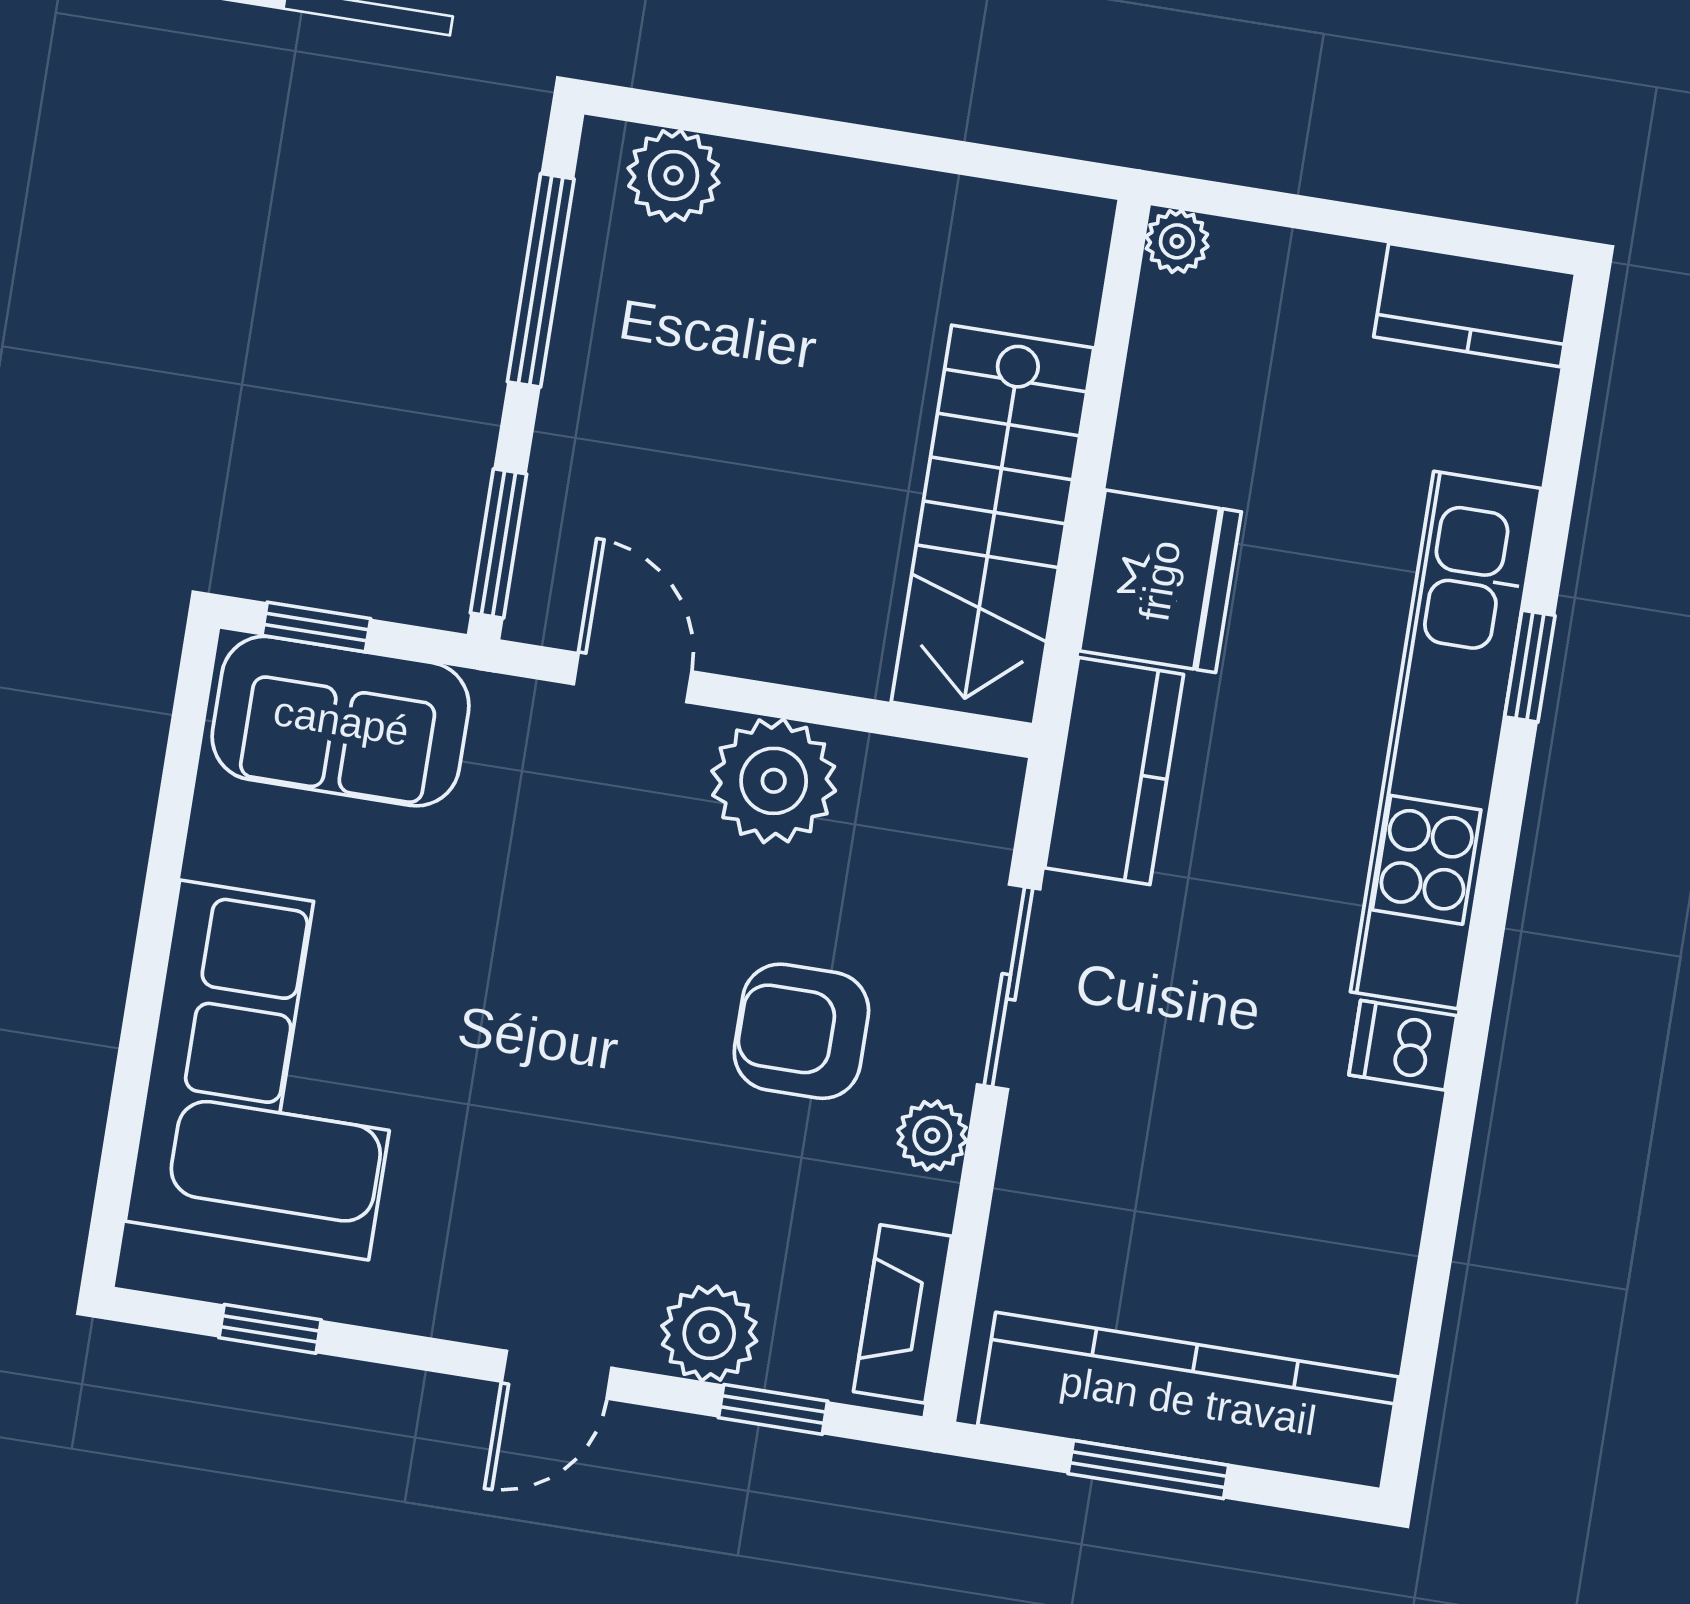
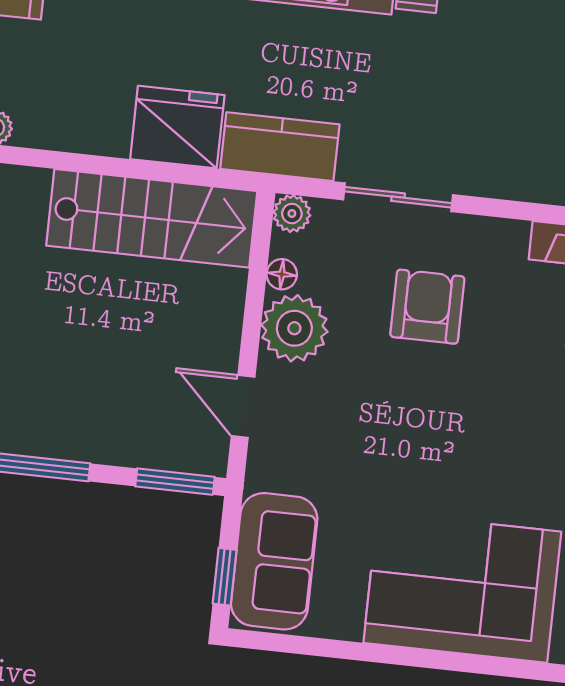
door: (633, 678) -> (243, 406), hinge flipped
floor lamp: (876, 762) -> (282, 274), added
armchair: (801, 1031) -> (427, 307), turned 180
plant: (932, 1136) -> (292, 214), moved

